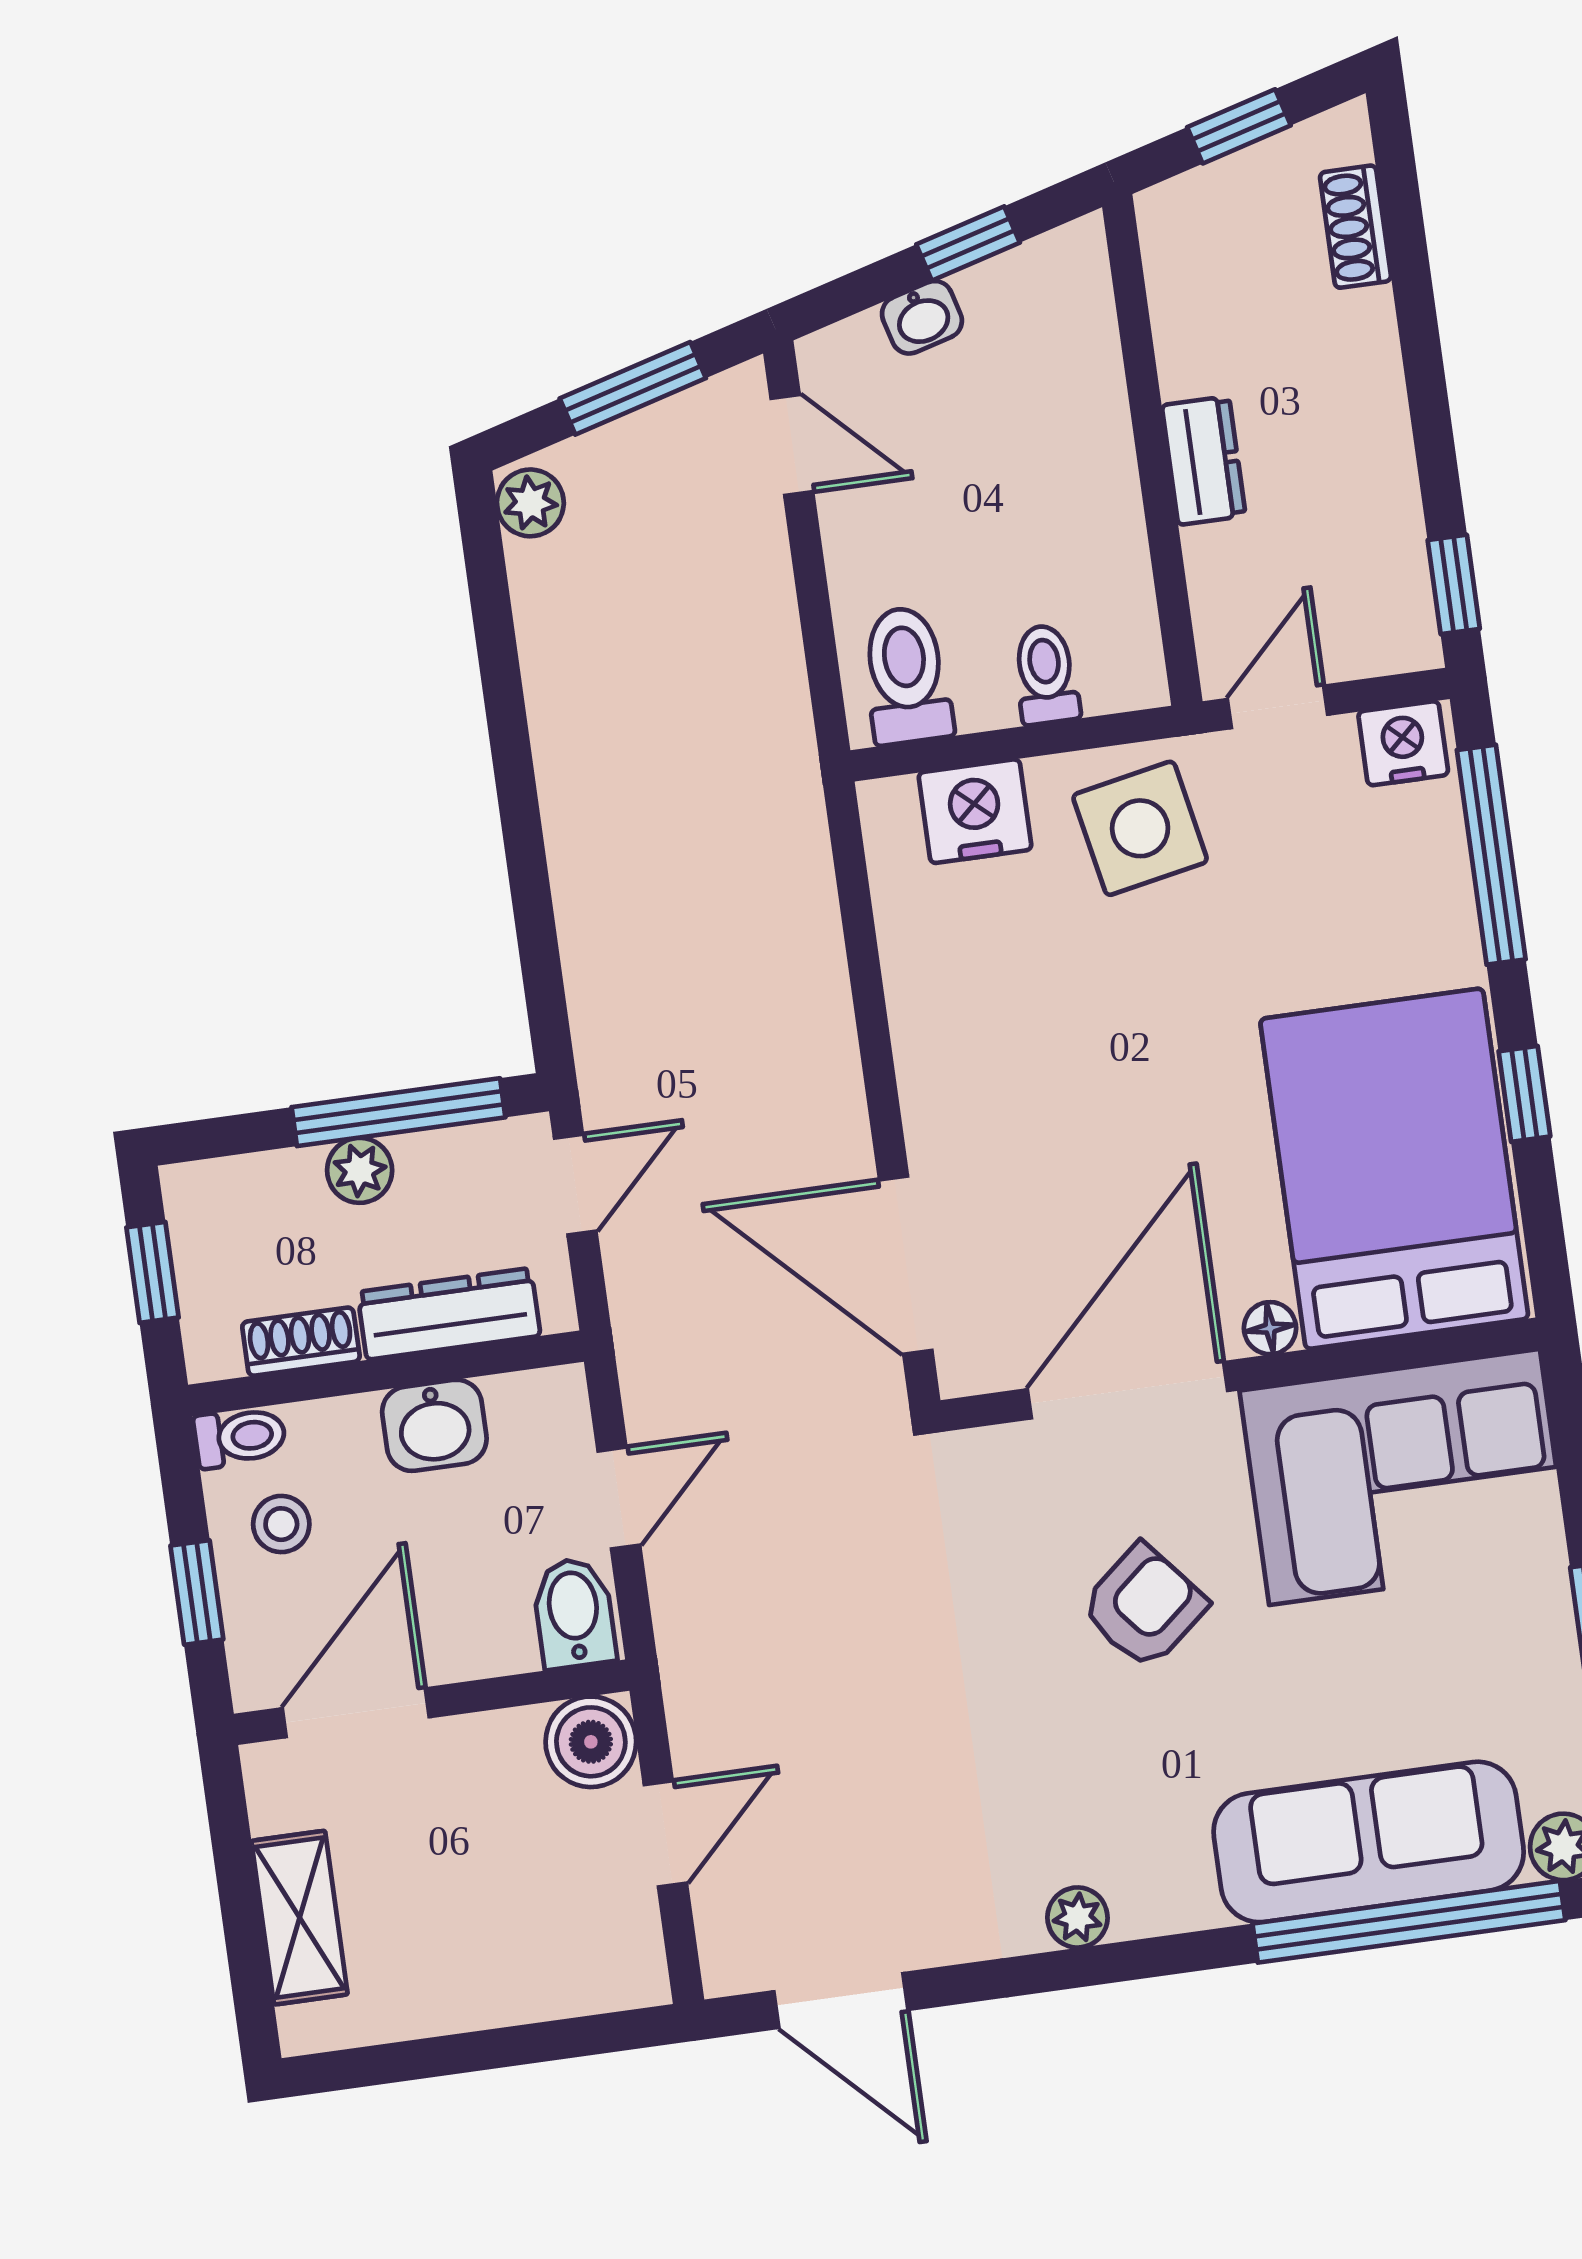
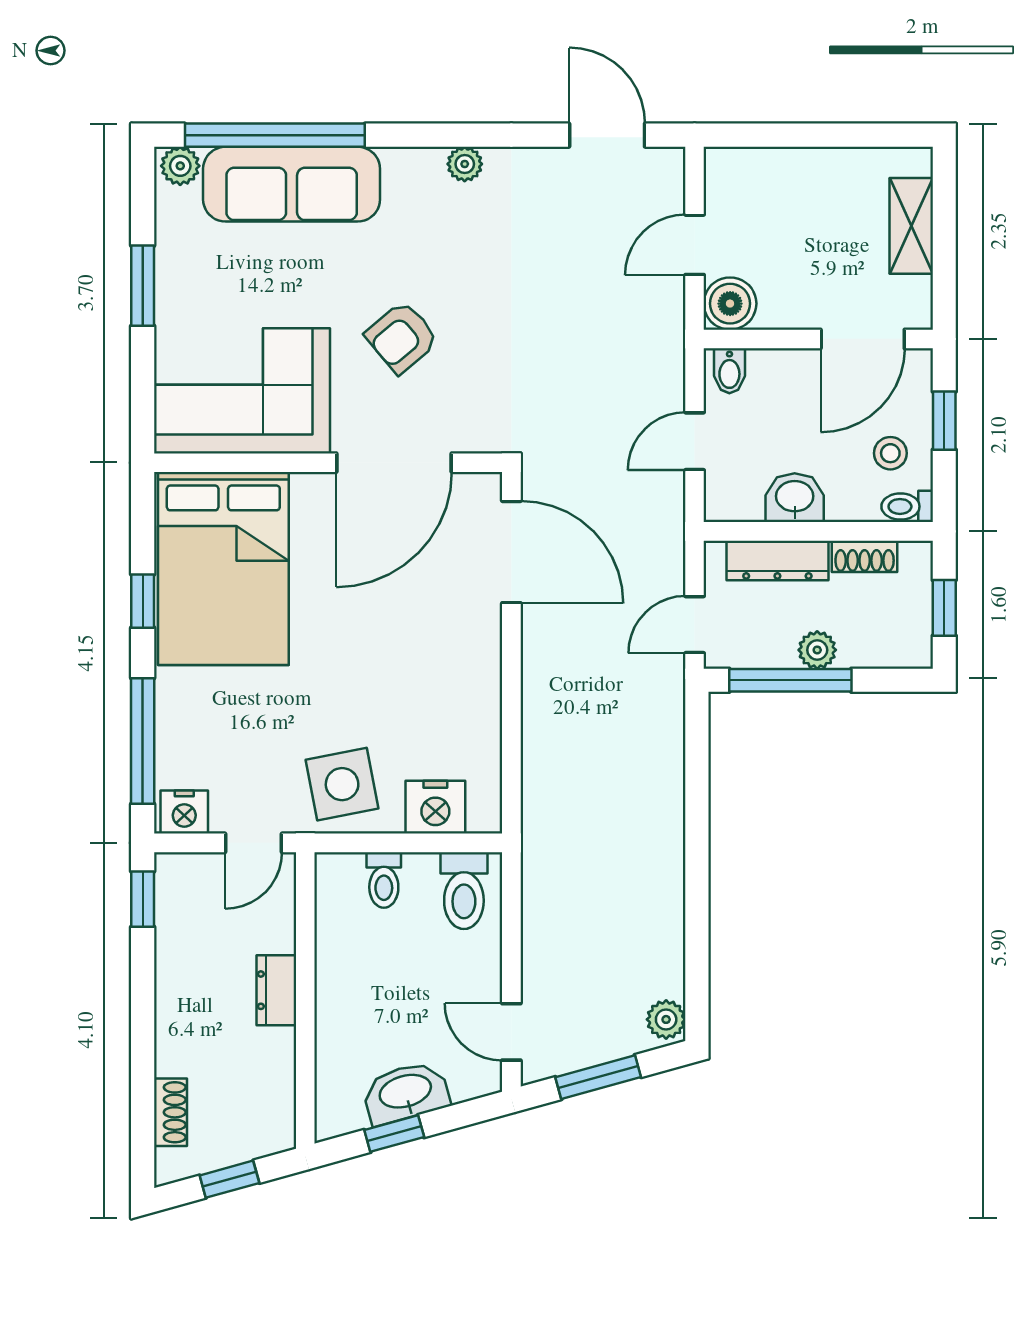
washbasin: (922, 317) -> (406, 1093), width x1.91, depth x1.45
floor lamp: (1270, 1328) -> (307, 487), removed
bidet: (574, 1613) -> (729, 371), width x0.72, depth x0.74

